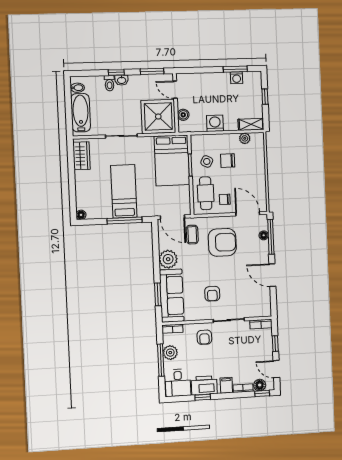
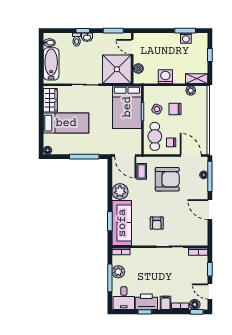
bed: (124, 191) -> (66, 123), moved, turned 90
armchair: (204, 337) -> (148, 260), removed

